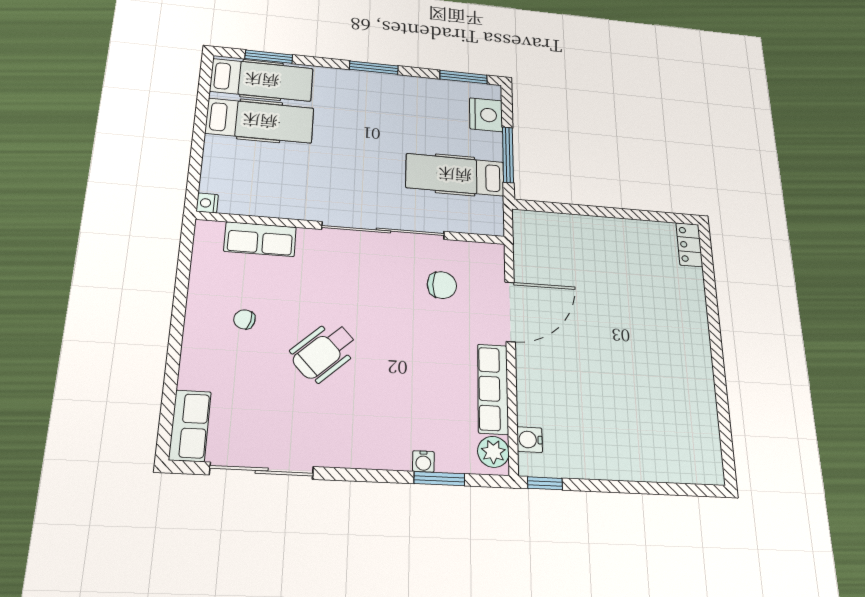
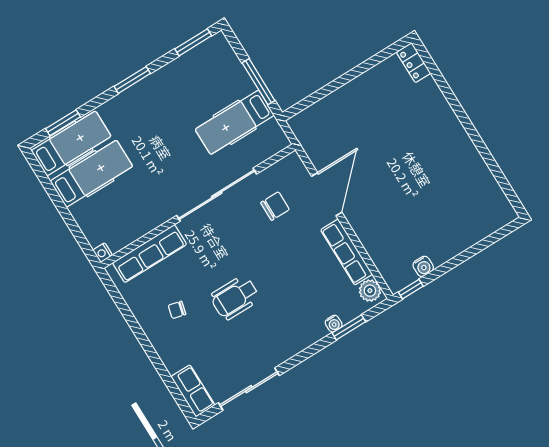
nightstand: (486, 115) -> (226, 61), removed
row of seats: (260, 239) -> (150, 254), width x1.48
wheelchair: (324, 352) -> (235, 298), turned 43
water cooler: (530, 440) -> (423, 266), moved, turned -90

